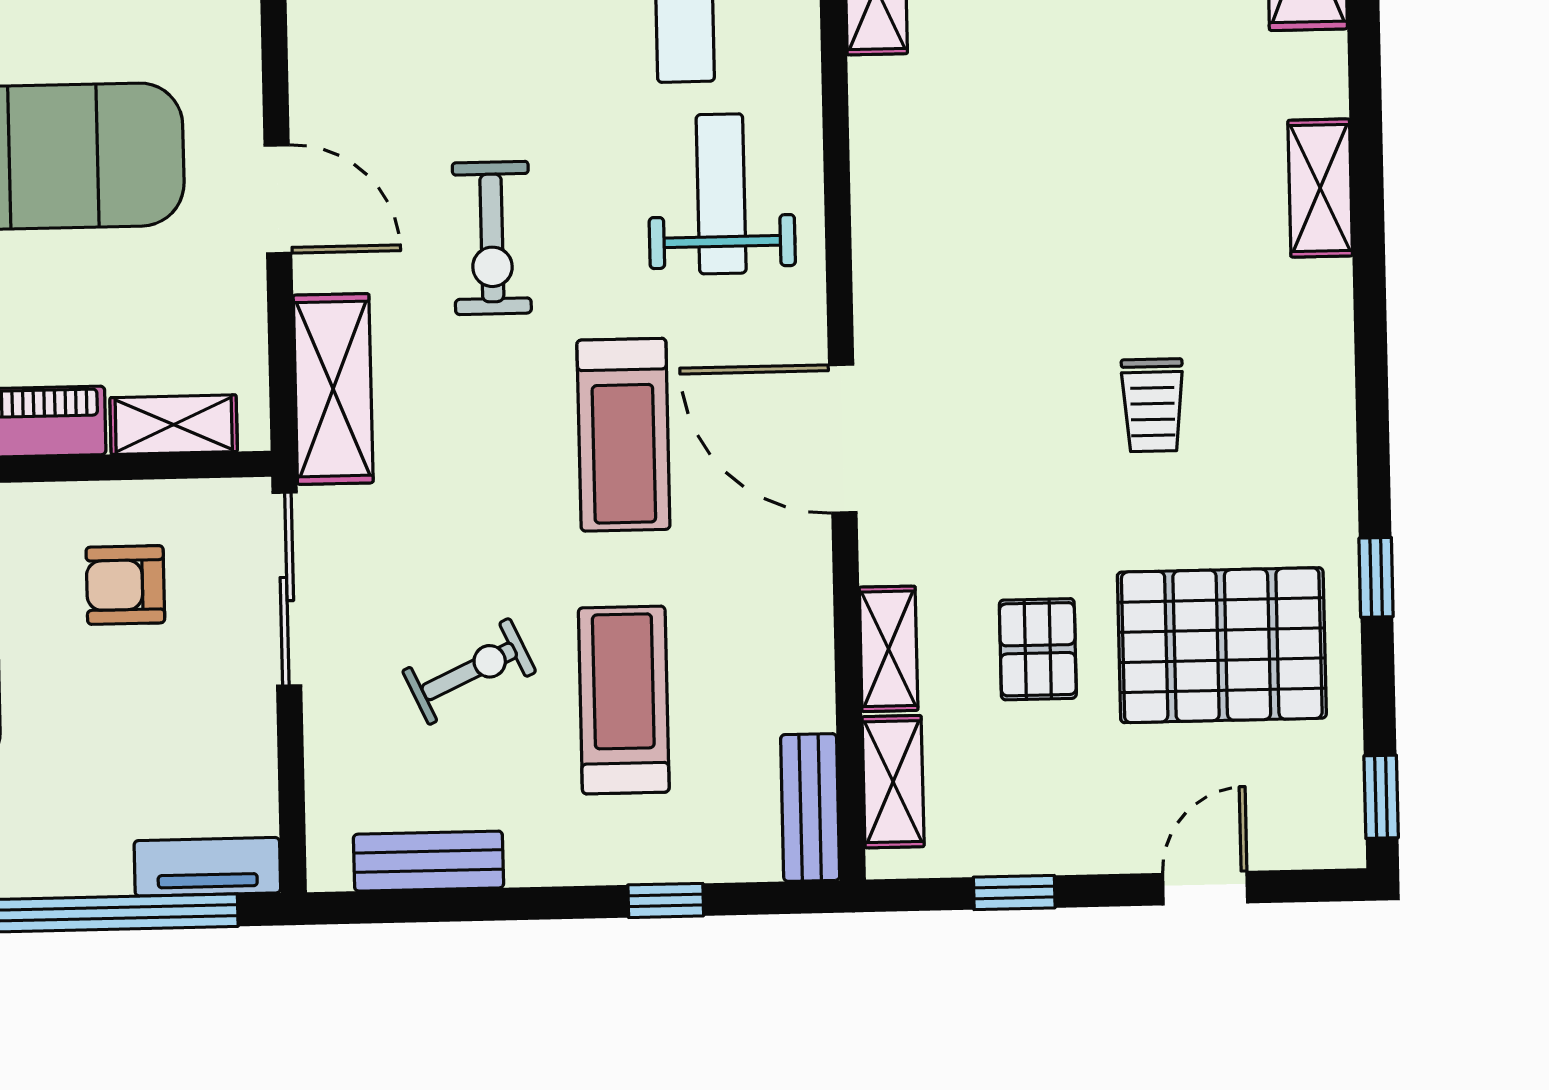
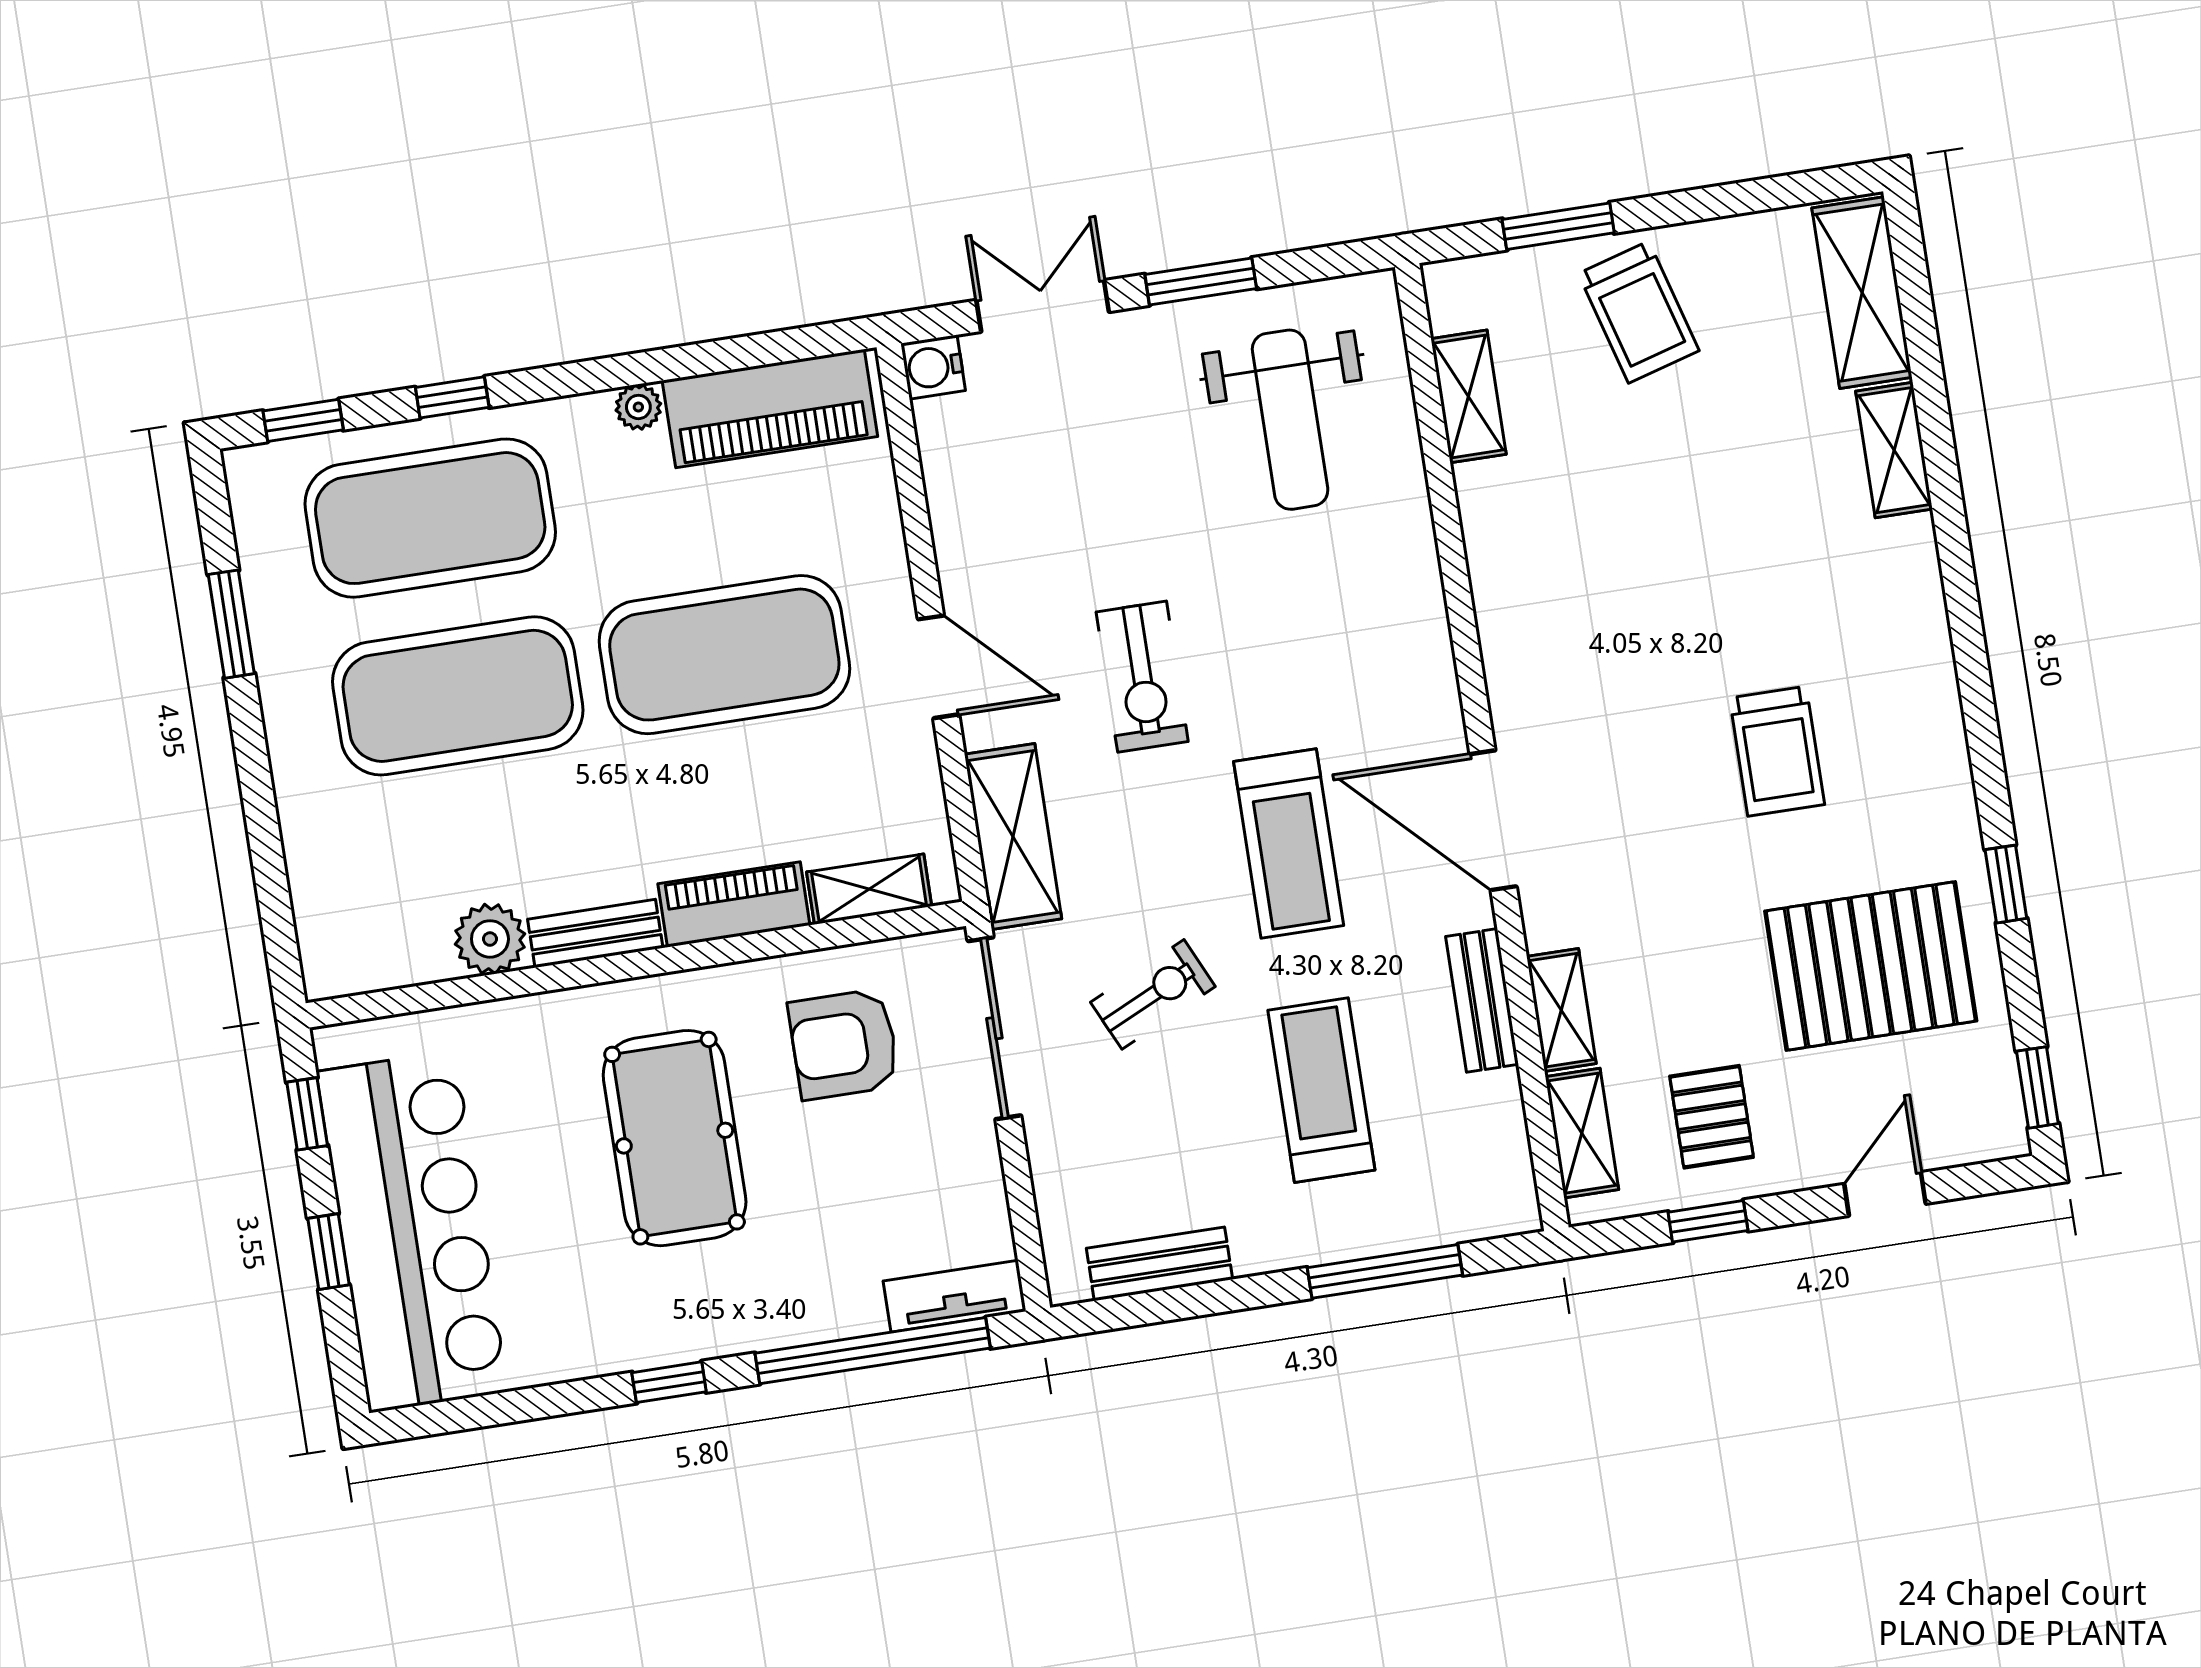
shelving: (1320, 188) -> (1894, 450), moved
weight bench: (721, 194) -> (1350, 608), removed
trolley: (1153, 405) -> (1777, 751), width x1.36, depth x1.39
armchair: (125, 585) -> (844, 1044), width x1.38, depth x1.38
pallet: (1038, 649) -> (1712, 1117), moved
exercise bike: (469, 671) -> (1153, 994), moved
bench: (810, 807) -> (1482, 1000), moved
window: (666, 900) -> (1385, 1271), width x2.17

